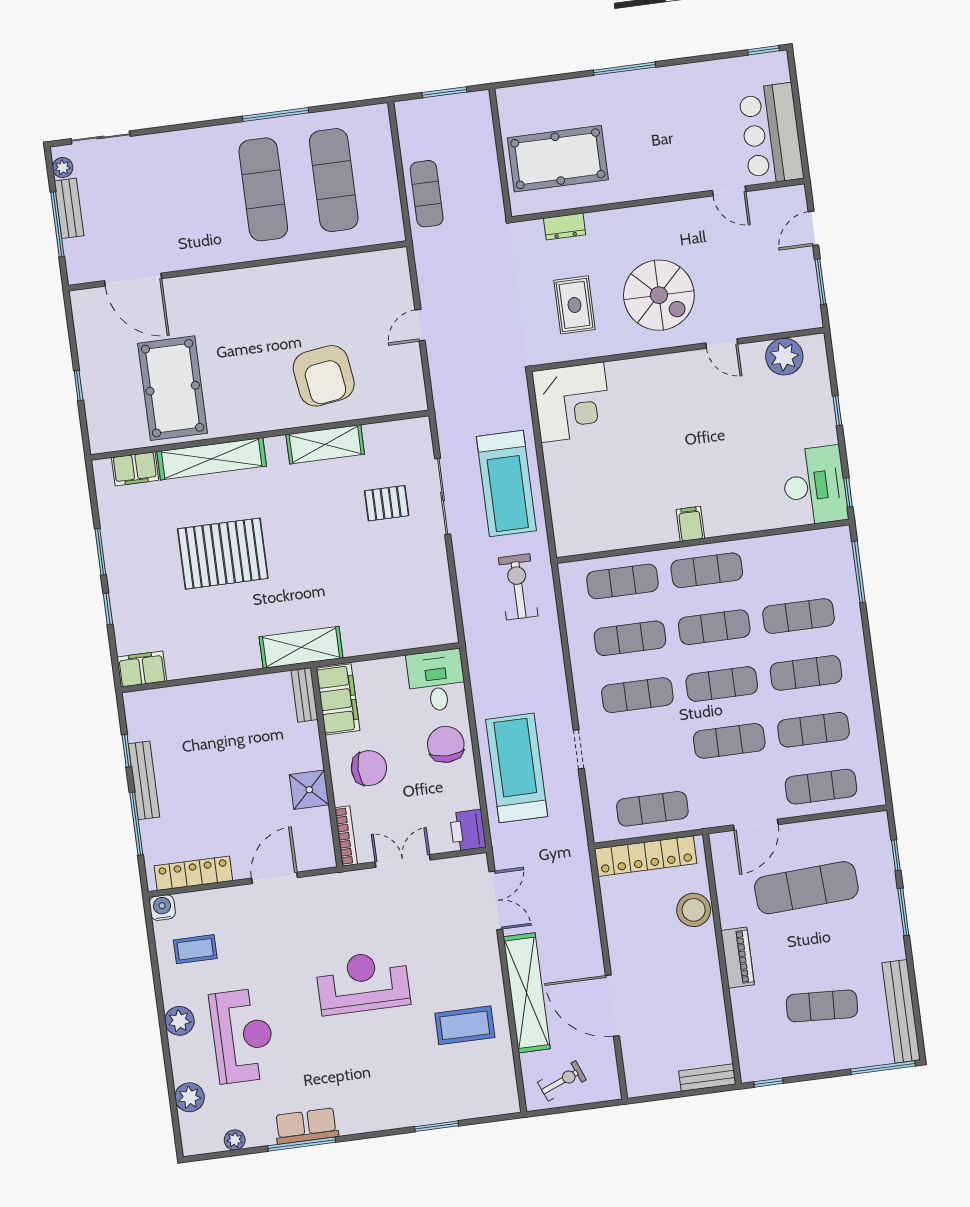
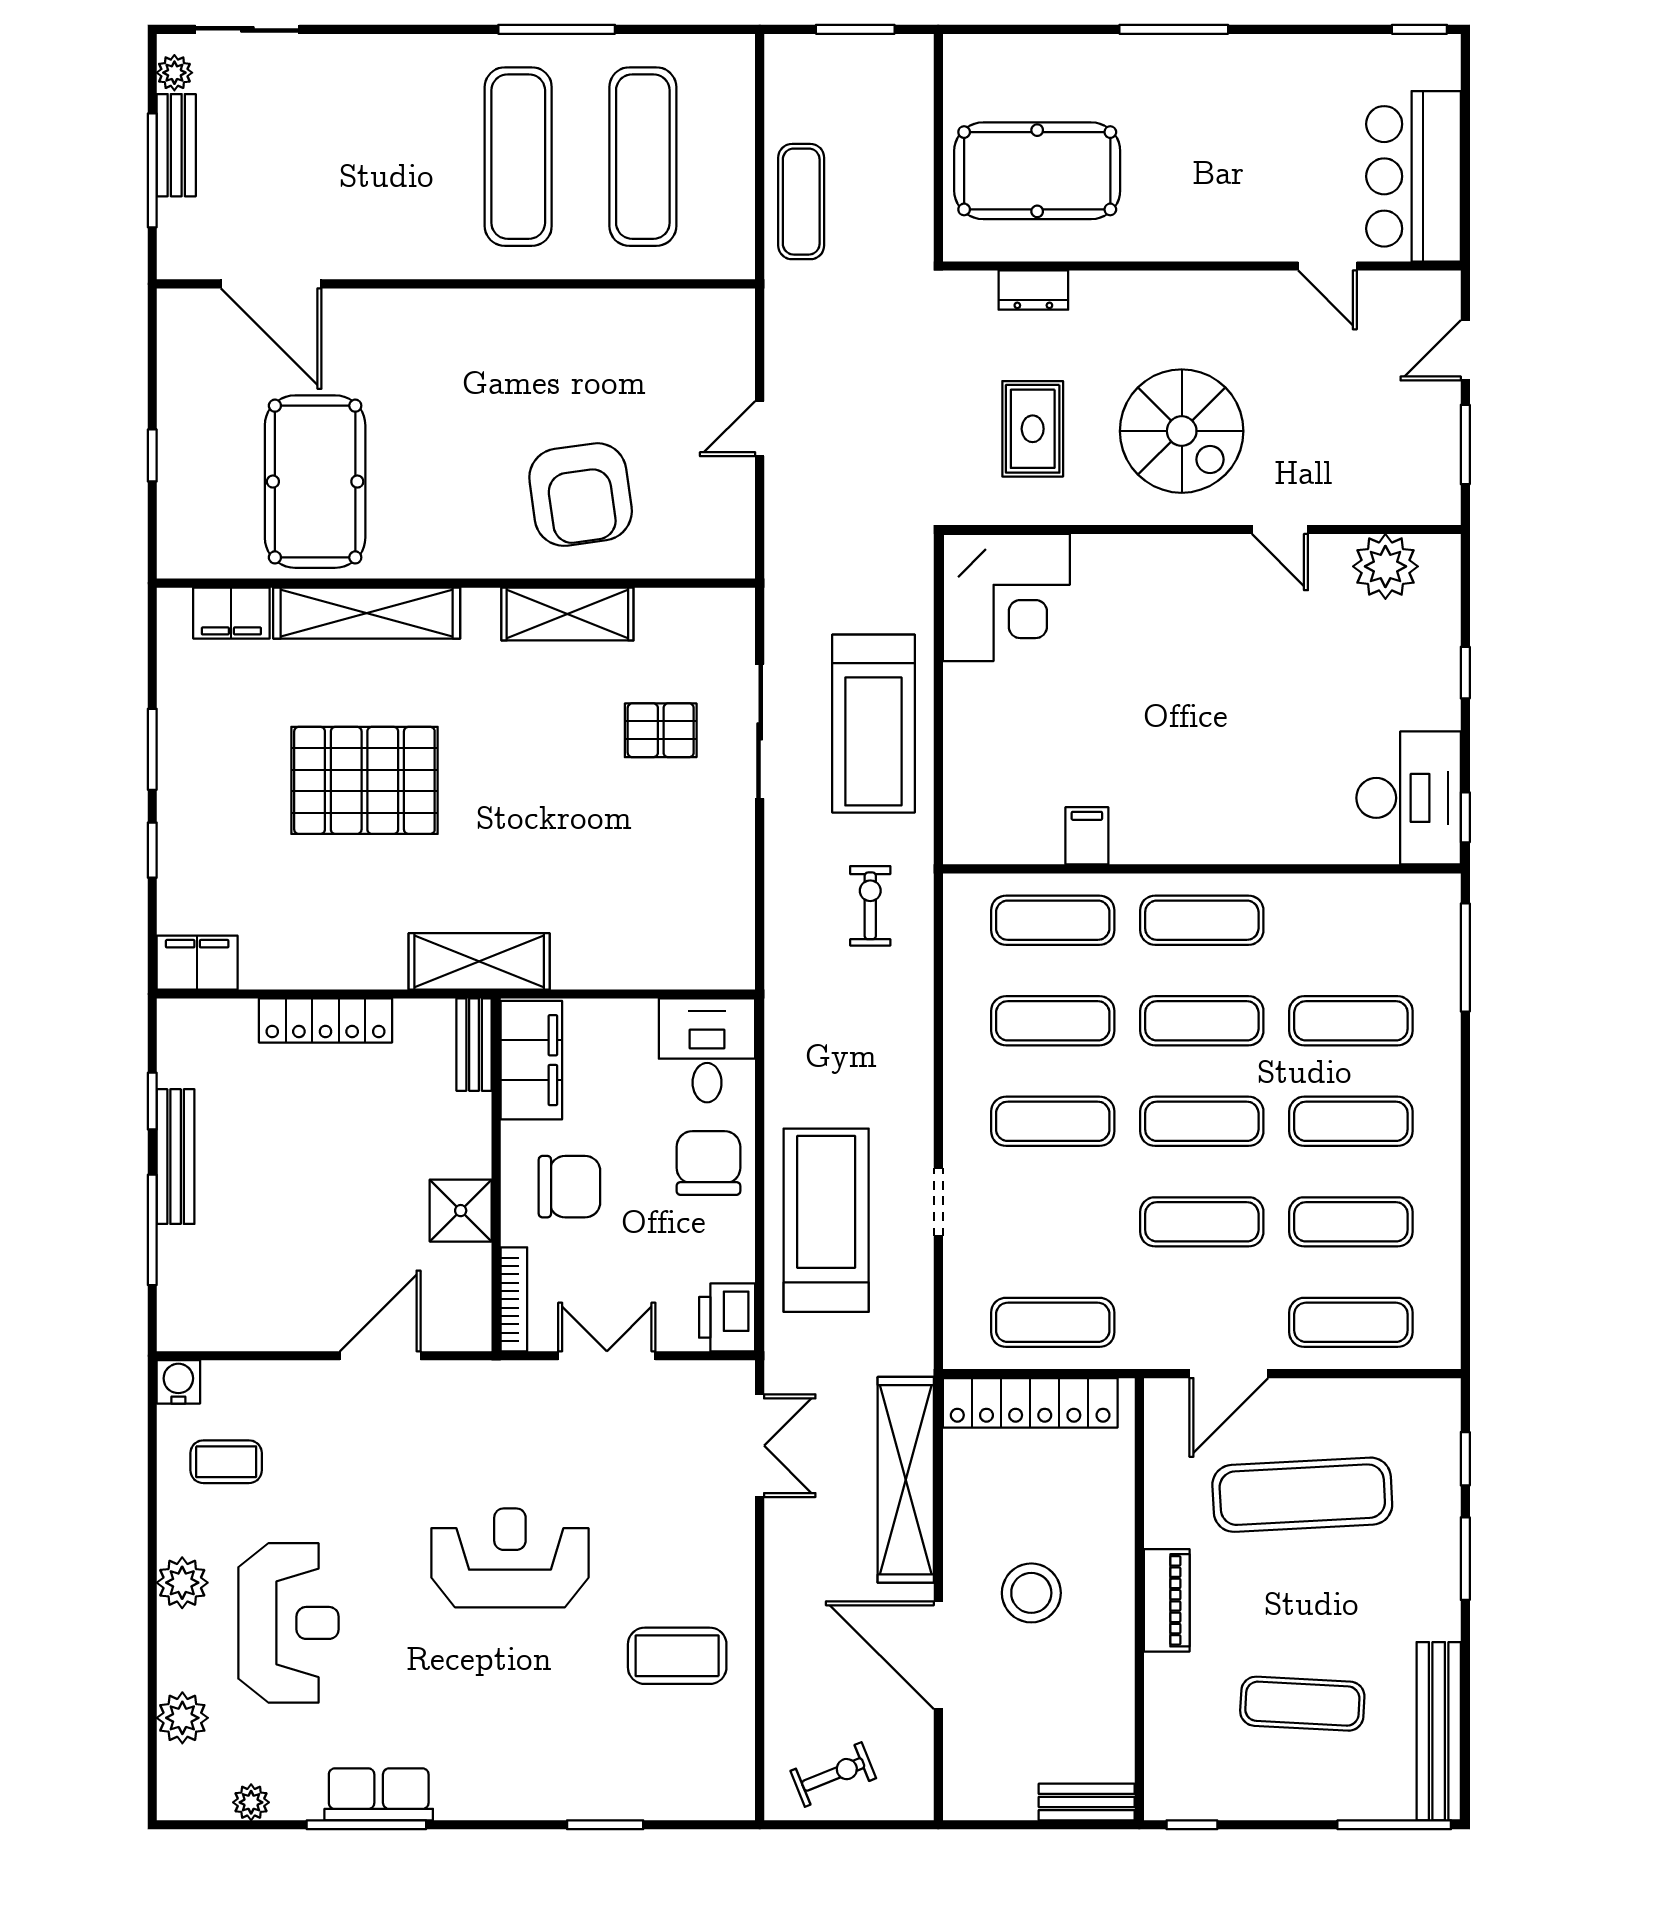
filing cabinet: (690, 524) -> (1087, 836), moved
exercise bike: (518, 587) -> (870, 906), width x0.73, depth x0.72
locker: (193, 873) -> (326, 1021), moved, turned 180
stool: (694, 910) -> (1031, 1593), moved
shelving: (527, 993) -> (906, 1480), moved

